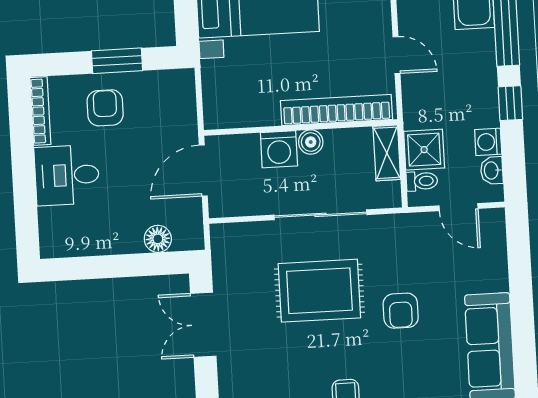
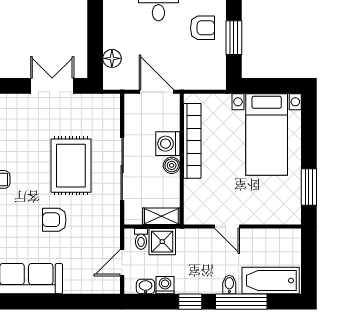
bidet: (482, 47) -> (229, 285), added
door: (396, 55) -> (227, 227), hinge flipped
bookcase: (337, 110) -> (192, 141), moved

